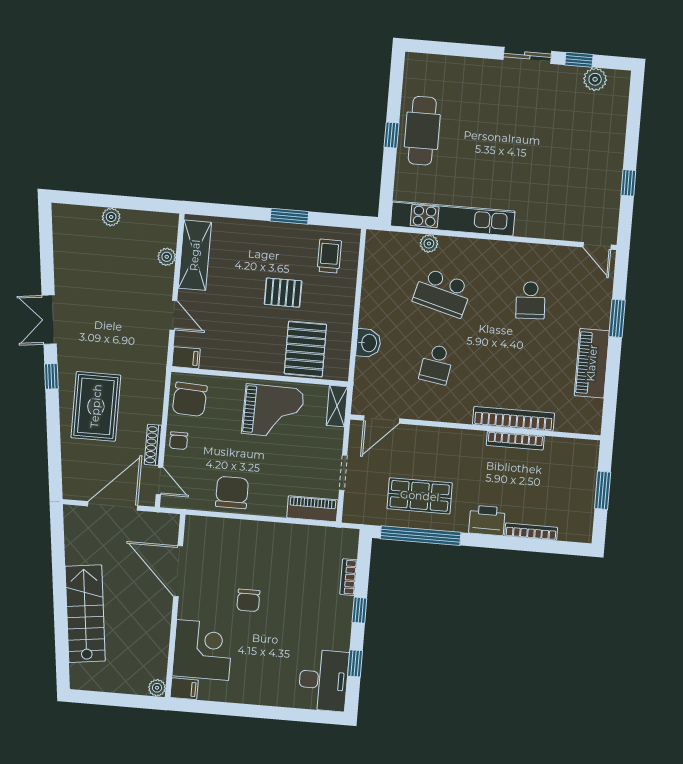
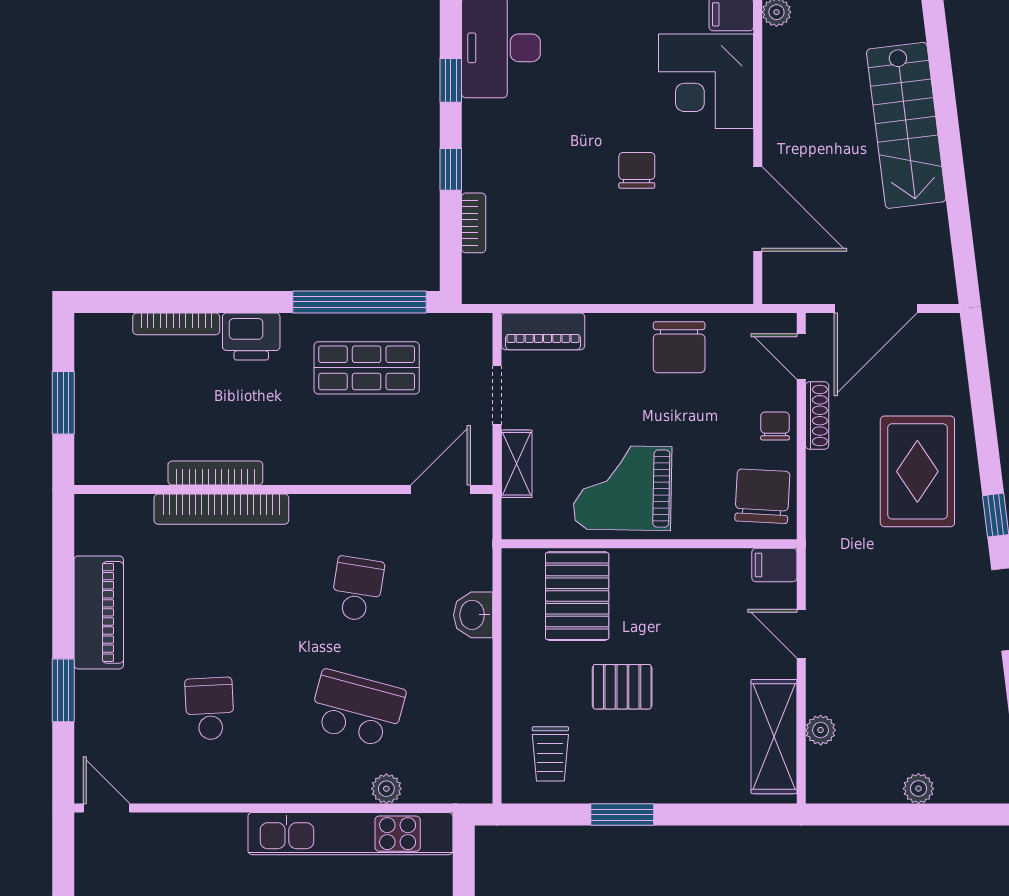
shelving: (337, 406) -> (517, 464), moved

